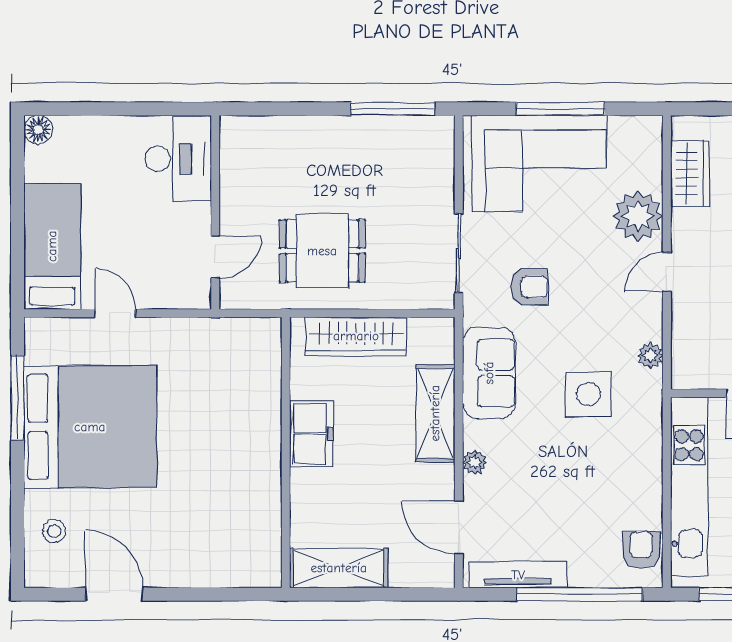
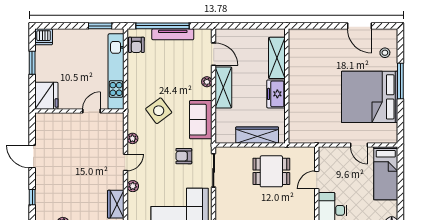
plant: (638, 216) -> (133, 186), width x0.53, depth x0.53
door: (215, 257) -> (317, 180), moved
plant: (650, 356) -> (132, 138), moved
side table: (588, 394) -> (159, 111), turned -37
window: (17, 398) -> (400, 81), moved
shelving: (435, 413) -> (223, 88), moved
shelving: (339, 568) -> (277, 58), moved, turned 90
tv unit: (518, 575) -> (173, 34), moved

